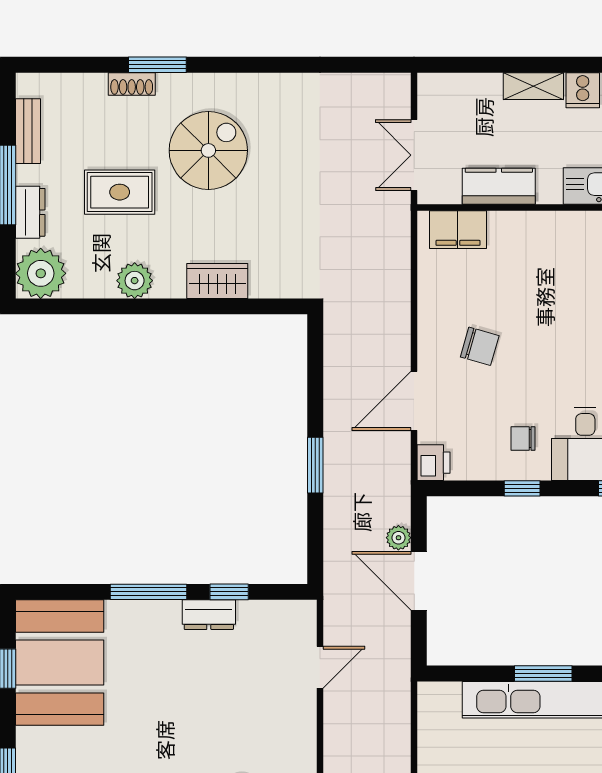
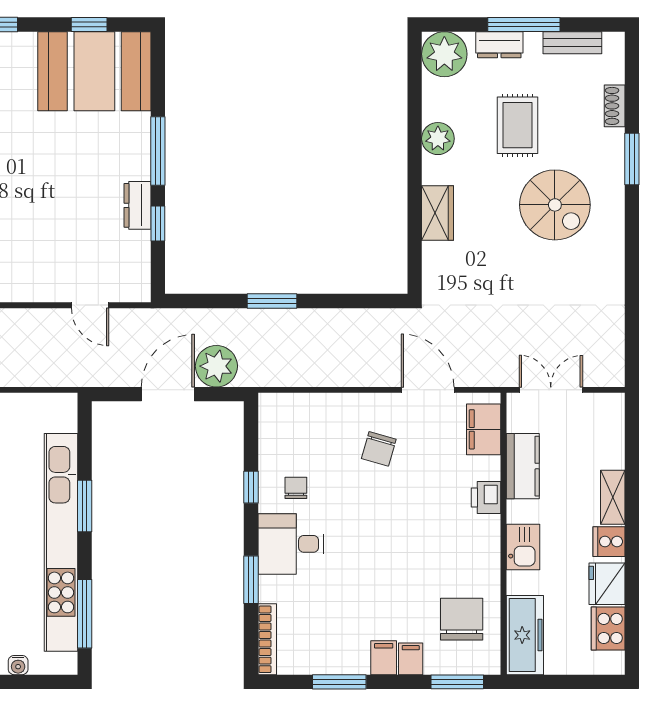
shoe rack: (132, 84) -> (615, 106), moved
door: (414, 401) -> (428, 390), moved
printer: (433, 463) -> (486, 497), moved, turned 90
plant: (398, 538) -> (216, 366), width x1.88, depth x1.88

